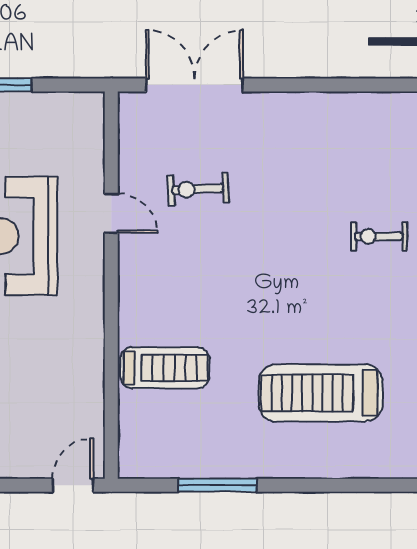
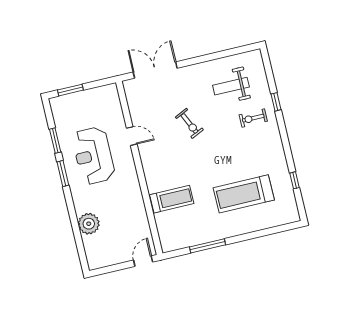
weight bench: (348, 157) -> (231, 86), added
exercise bike: (198, 189) -> (189, 123), moved, turned -112

